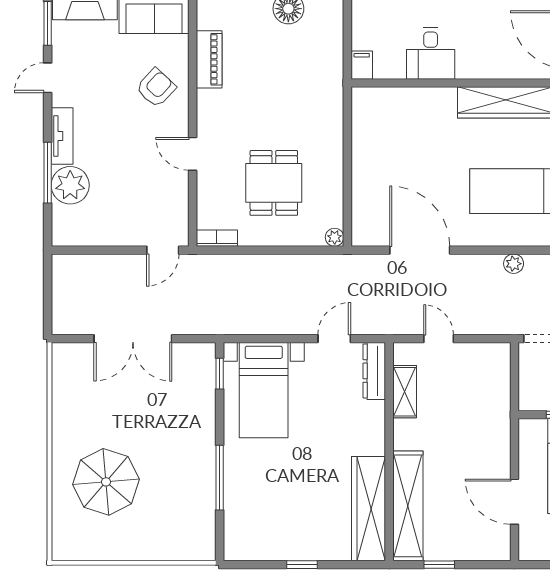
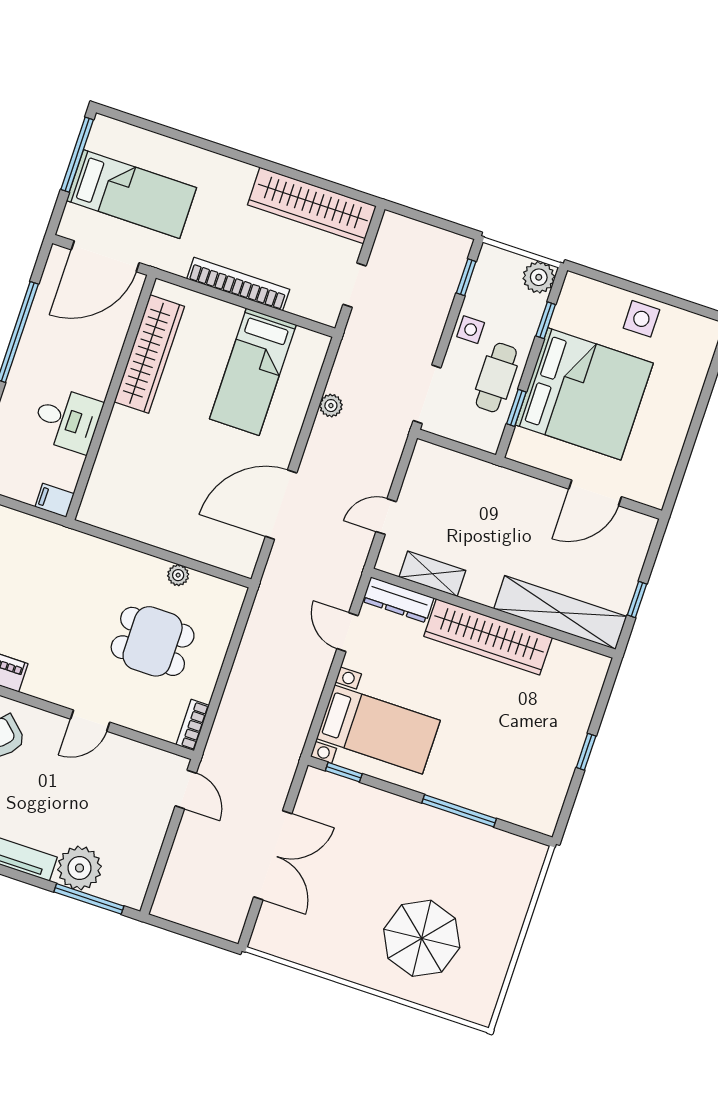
window: (48, 173) -> (89, 899), moved
plant: (335, 237) -> (178, 575), moved
wardrobe: (369, 509) -> (488, 637), moved

